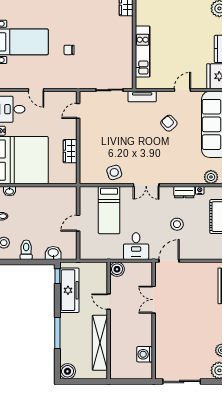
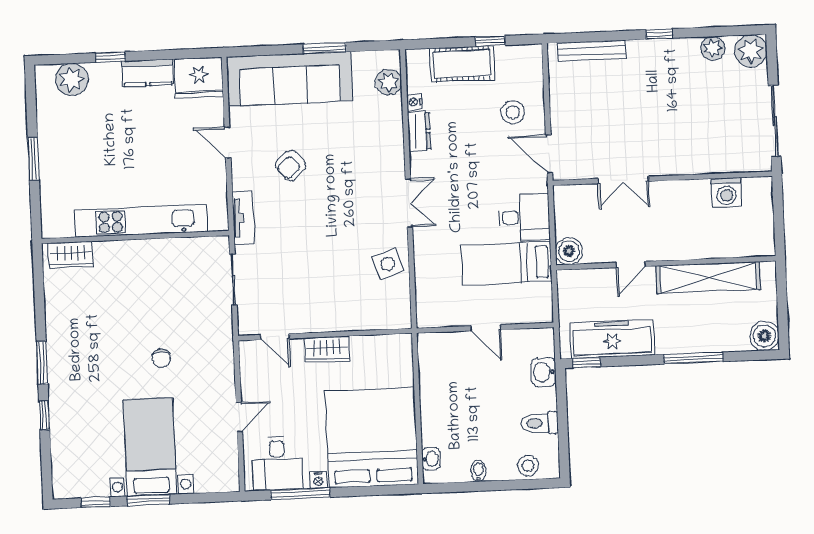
kitchen unit: (143, 52) -> (141, 221), width x1.36
wardrobe: (70, 151) -> (327, 350), moved
bed: (109, 210) -> (507, 263), moved, turned 180
stool: (177, 224) -> (513, 112), moved

